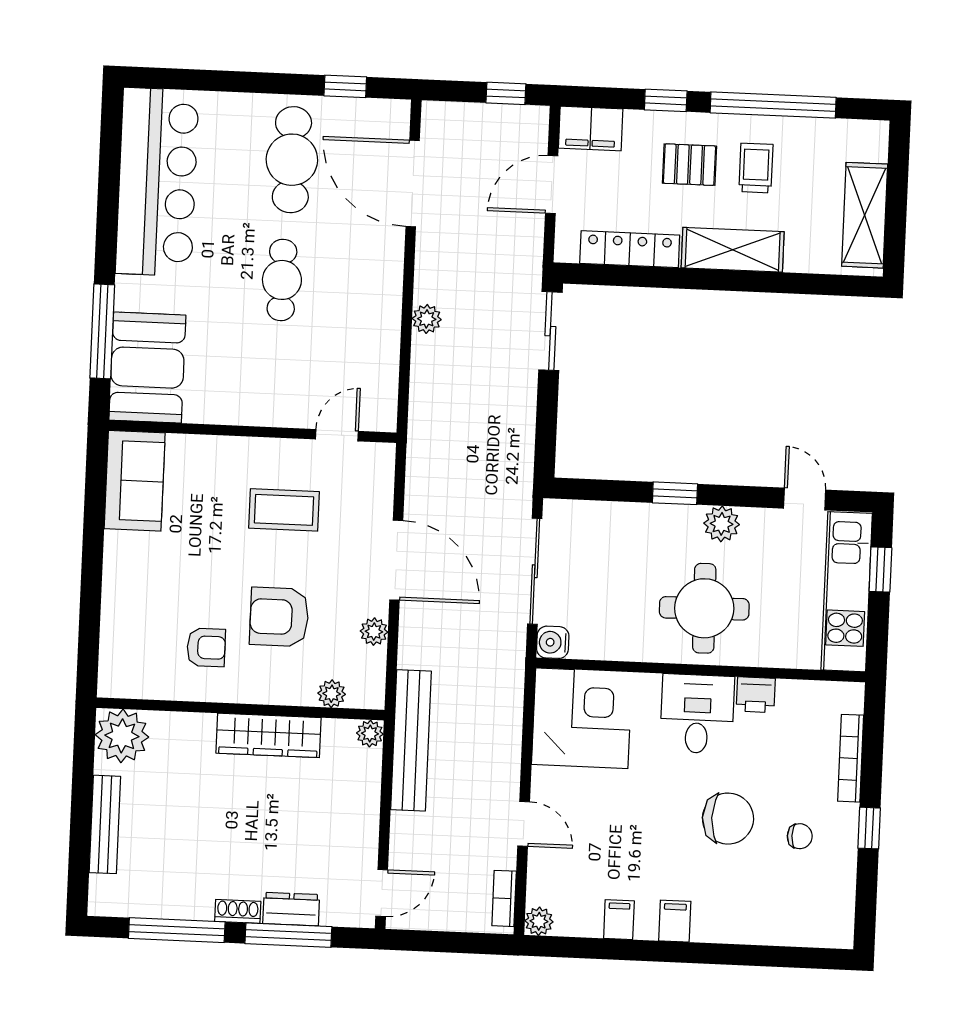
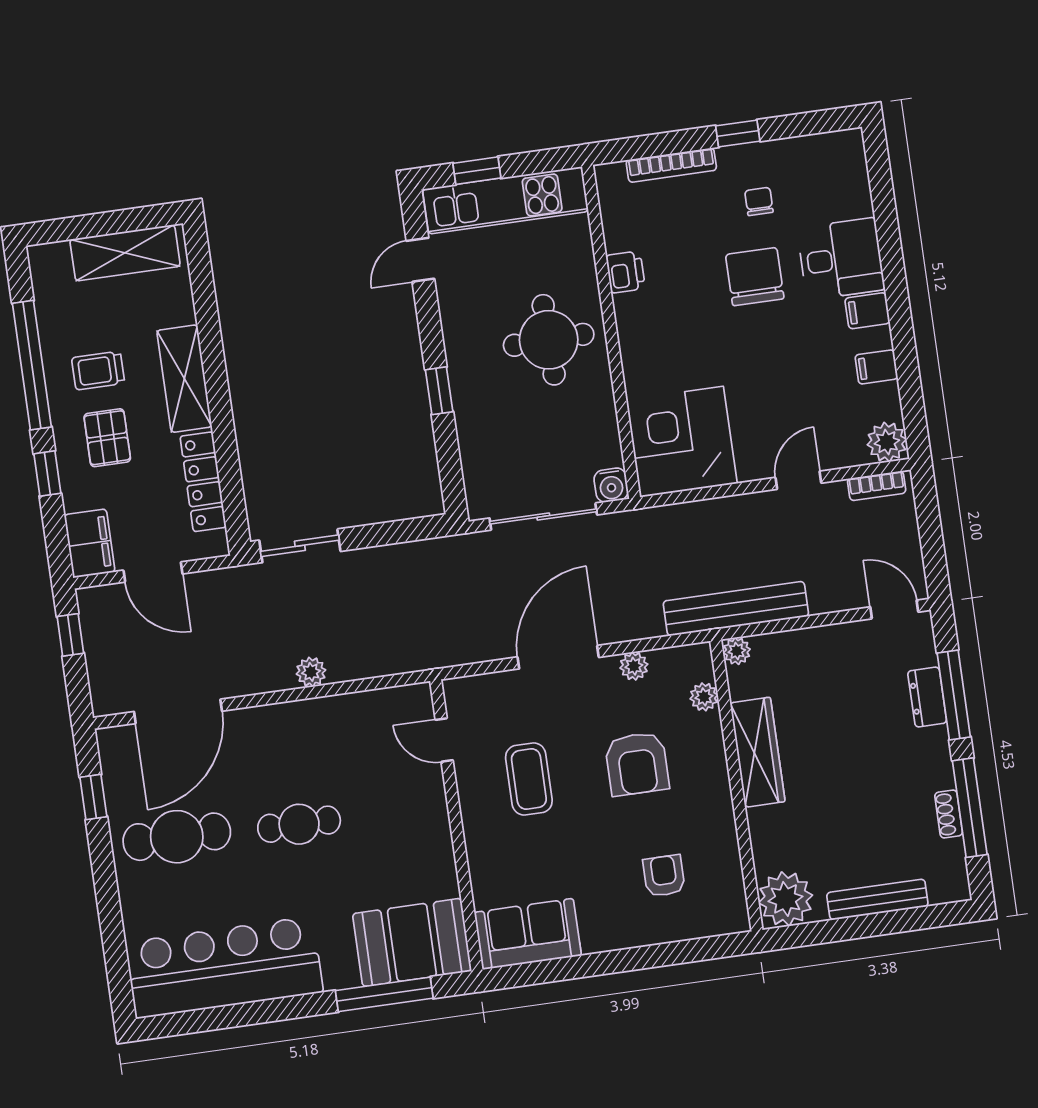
plant: (722, 524) -> (461, 338), removed
armchair: (206, 647) -> (664, 876), moved
desk: (697, 714) -> (841, 259), moved, turned 180
shoe rack: (238, 911) -> (949, 814), moved
plant: (539, 921) -> (887, 442), width x1.38, depth x1.38

